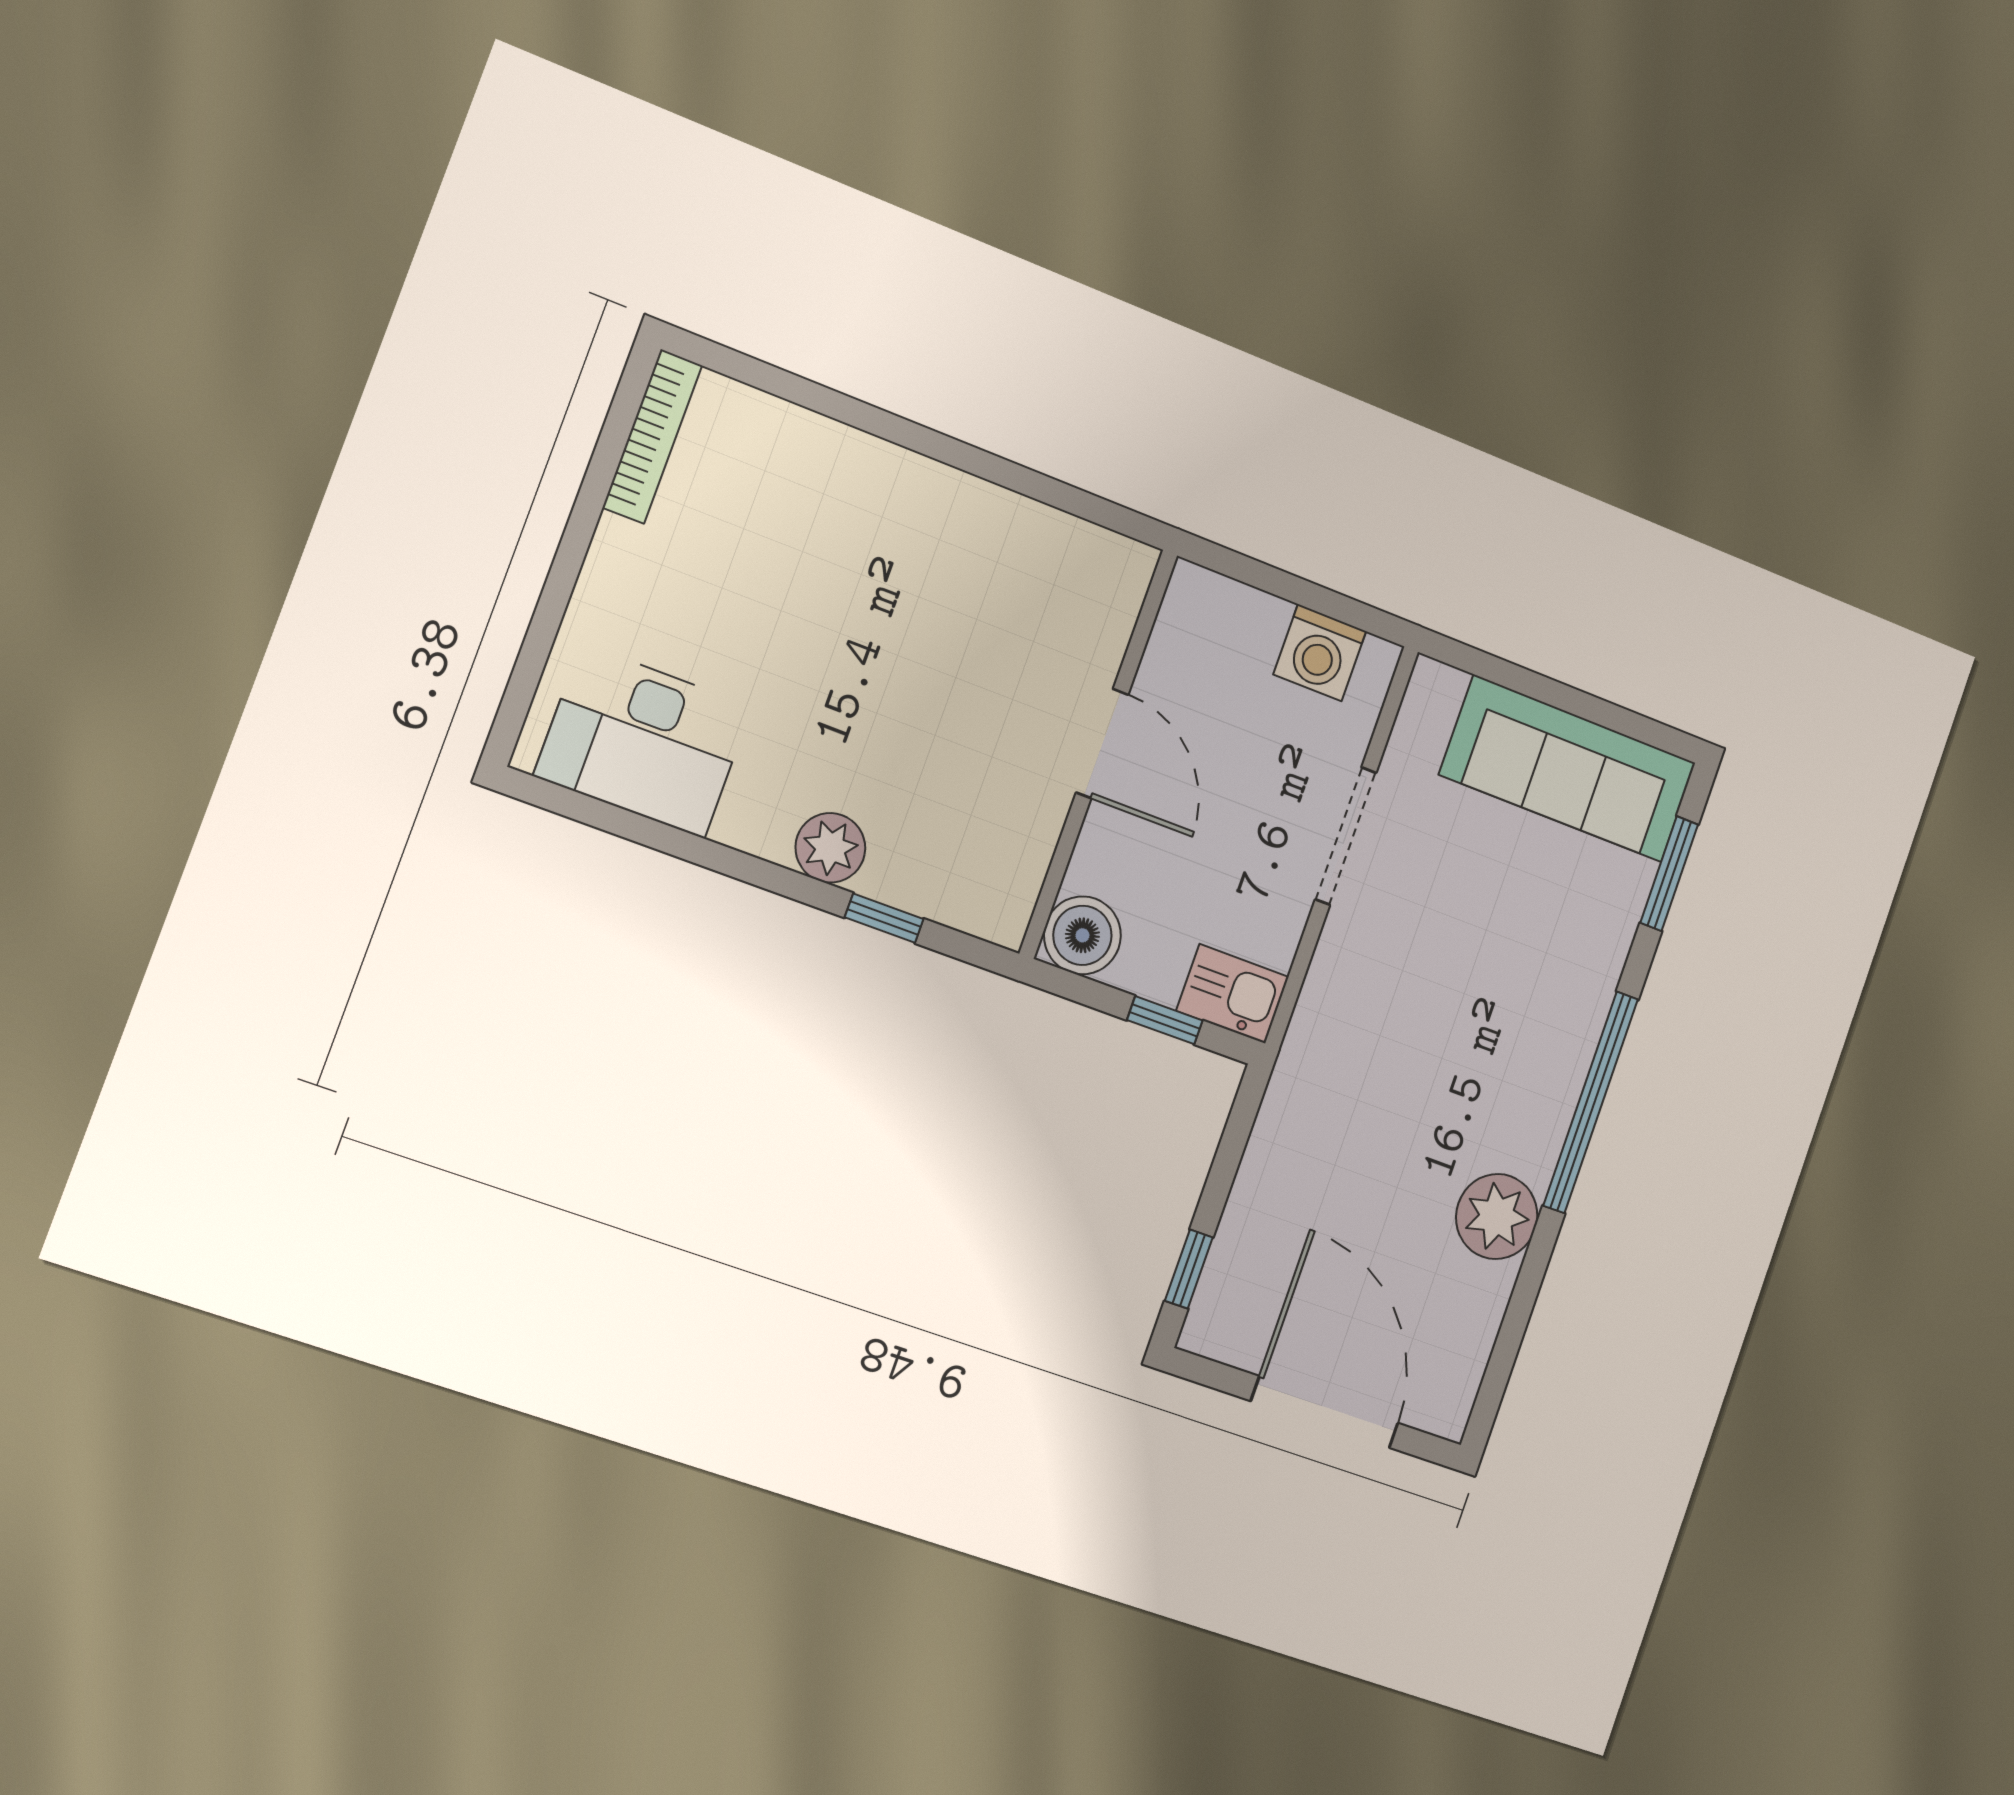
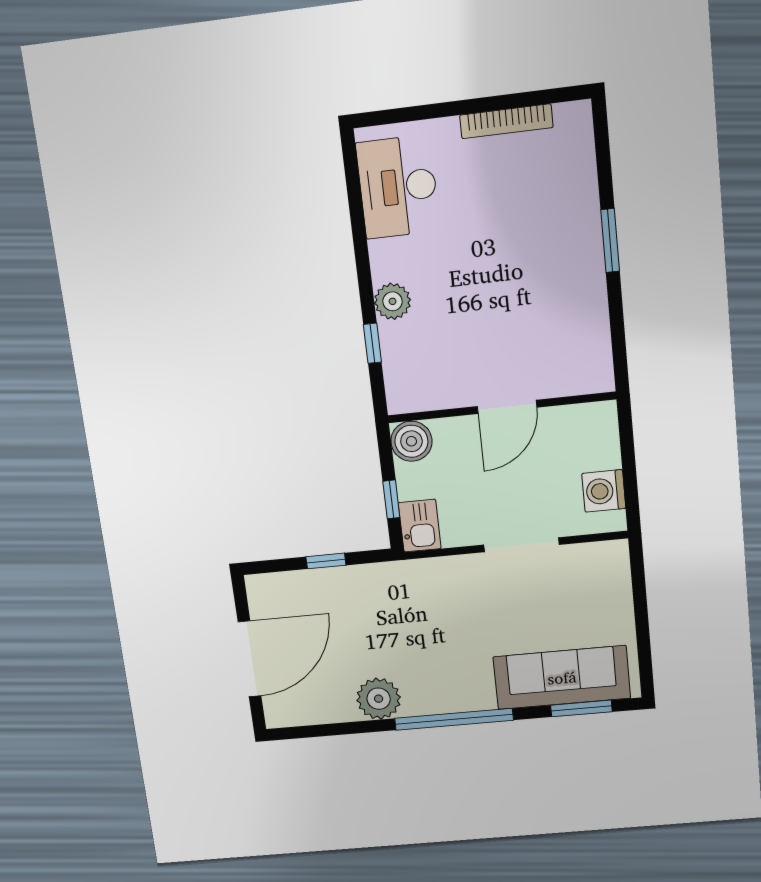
window: (909, 435) -> (610, 241), added
bookcase: (652, 436) -> (506, 121), moved
sofa: (1568, 769) -> (562, 678), moved, turned 90
window: (1189, 1269) -> (326, 561), moved

